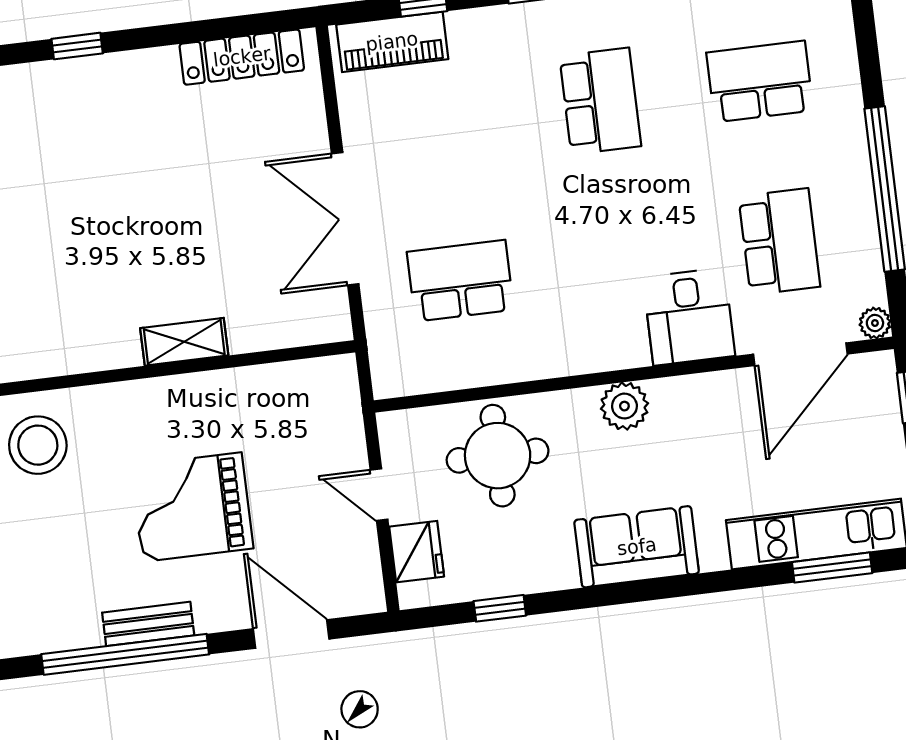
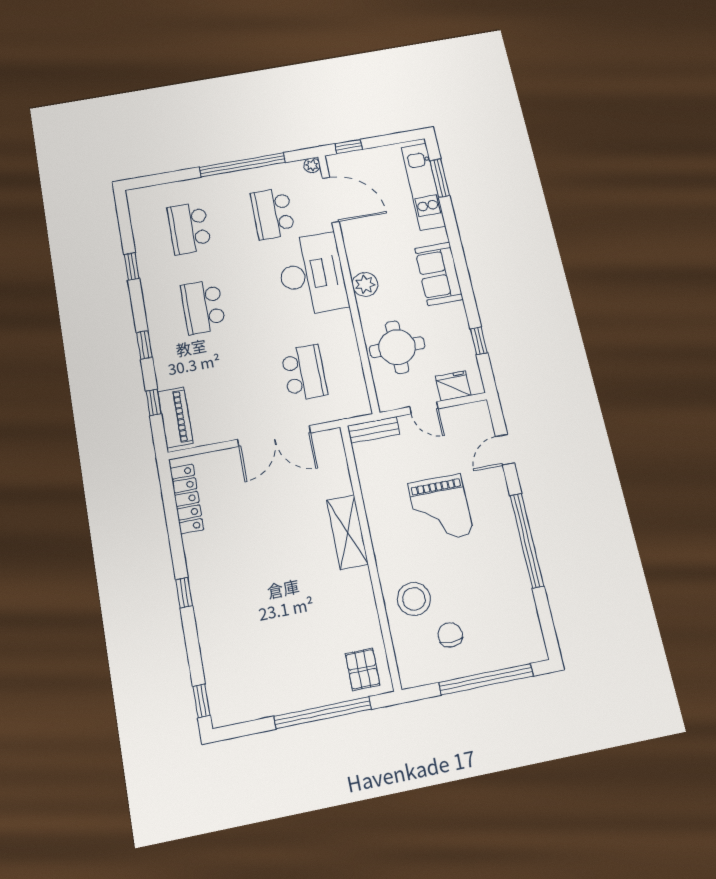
school desk: (600, 101) -> (203, 307), turned -90
school desk: (779, 242) -> (273, 214), turned -90
school desk: (460, 281) -> (304, 373), turned 180
desk: (689, 317) -> (312, 274), width x1.87, depth x1.30
shelving: (184, 342) -> (347, 532), width x1.50, depth x1.33
door: (379, 495) -> (424, 408), hinge flipped
bench: (148, 624) -> (374, 430), moved, turned 90
door: (291, 634) -> (505, 450), width x0.73

